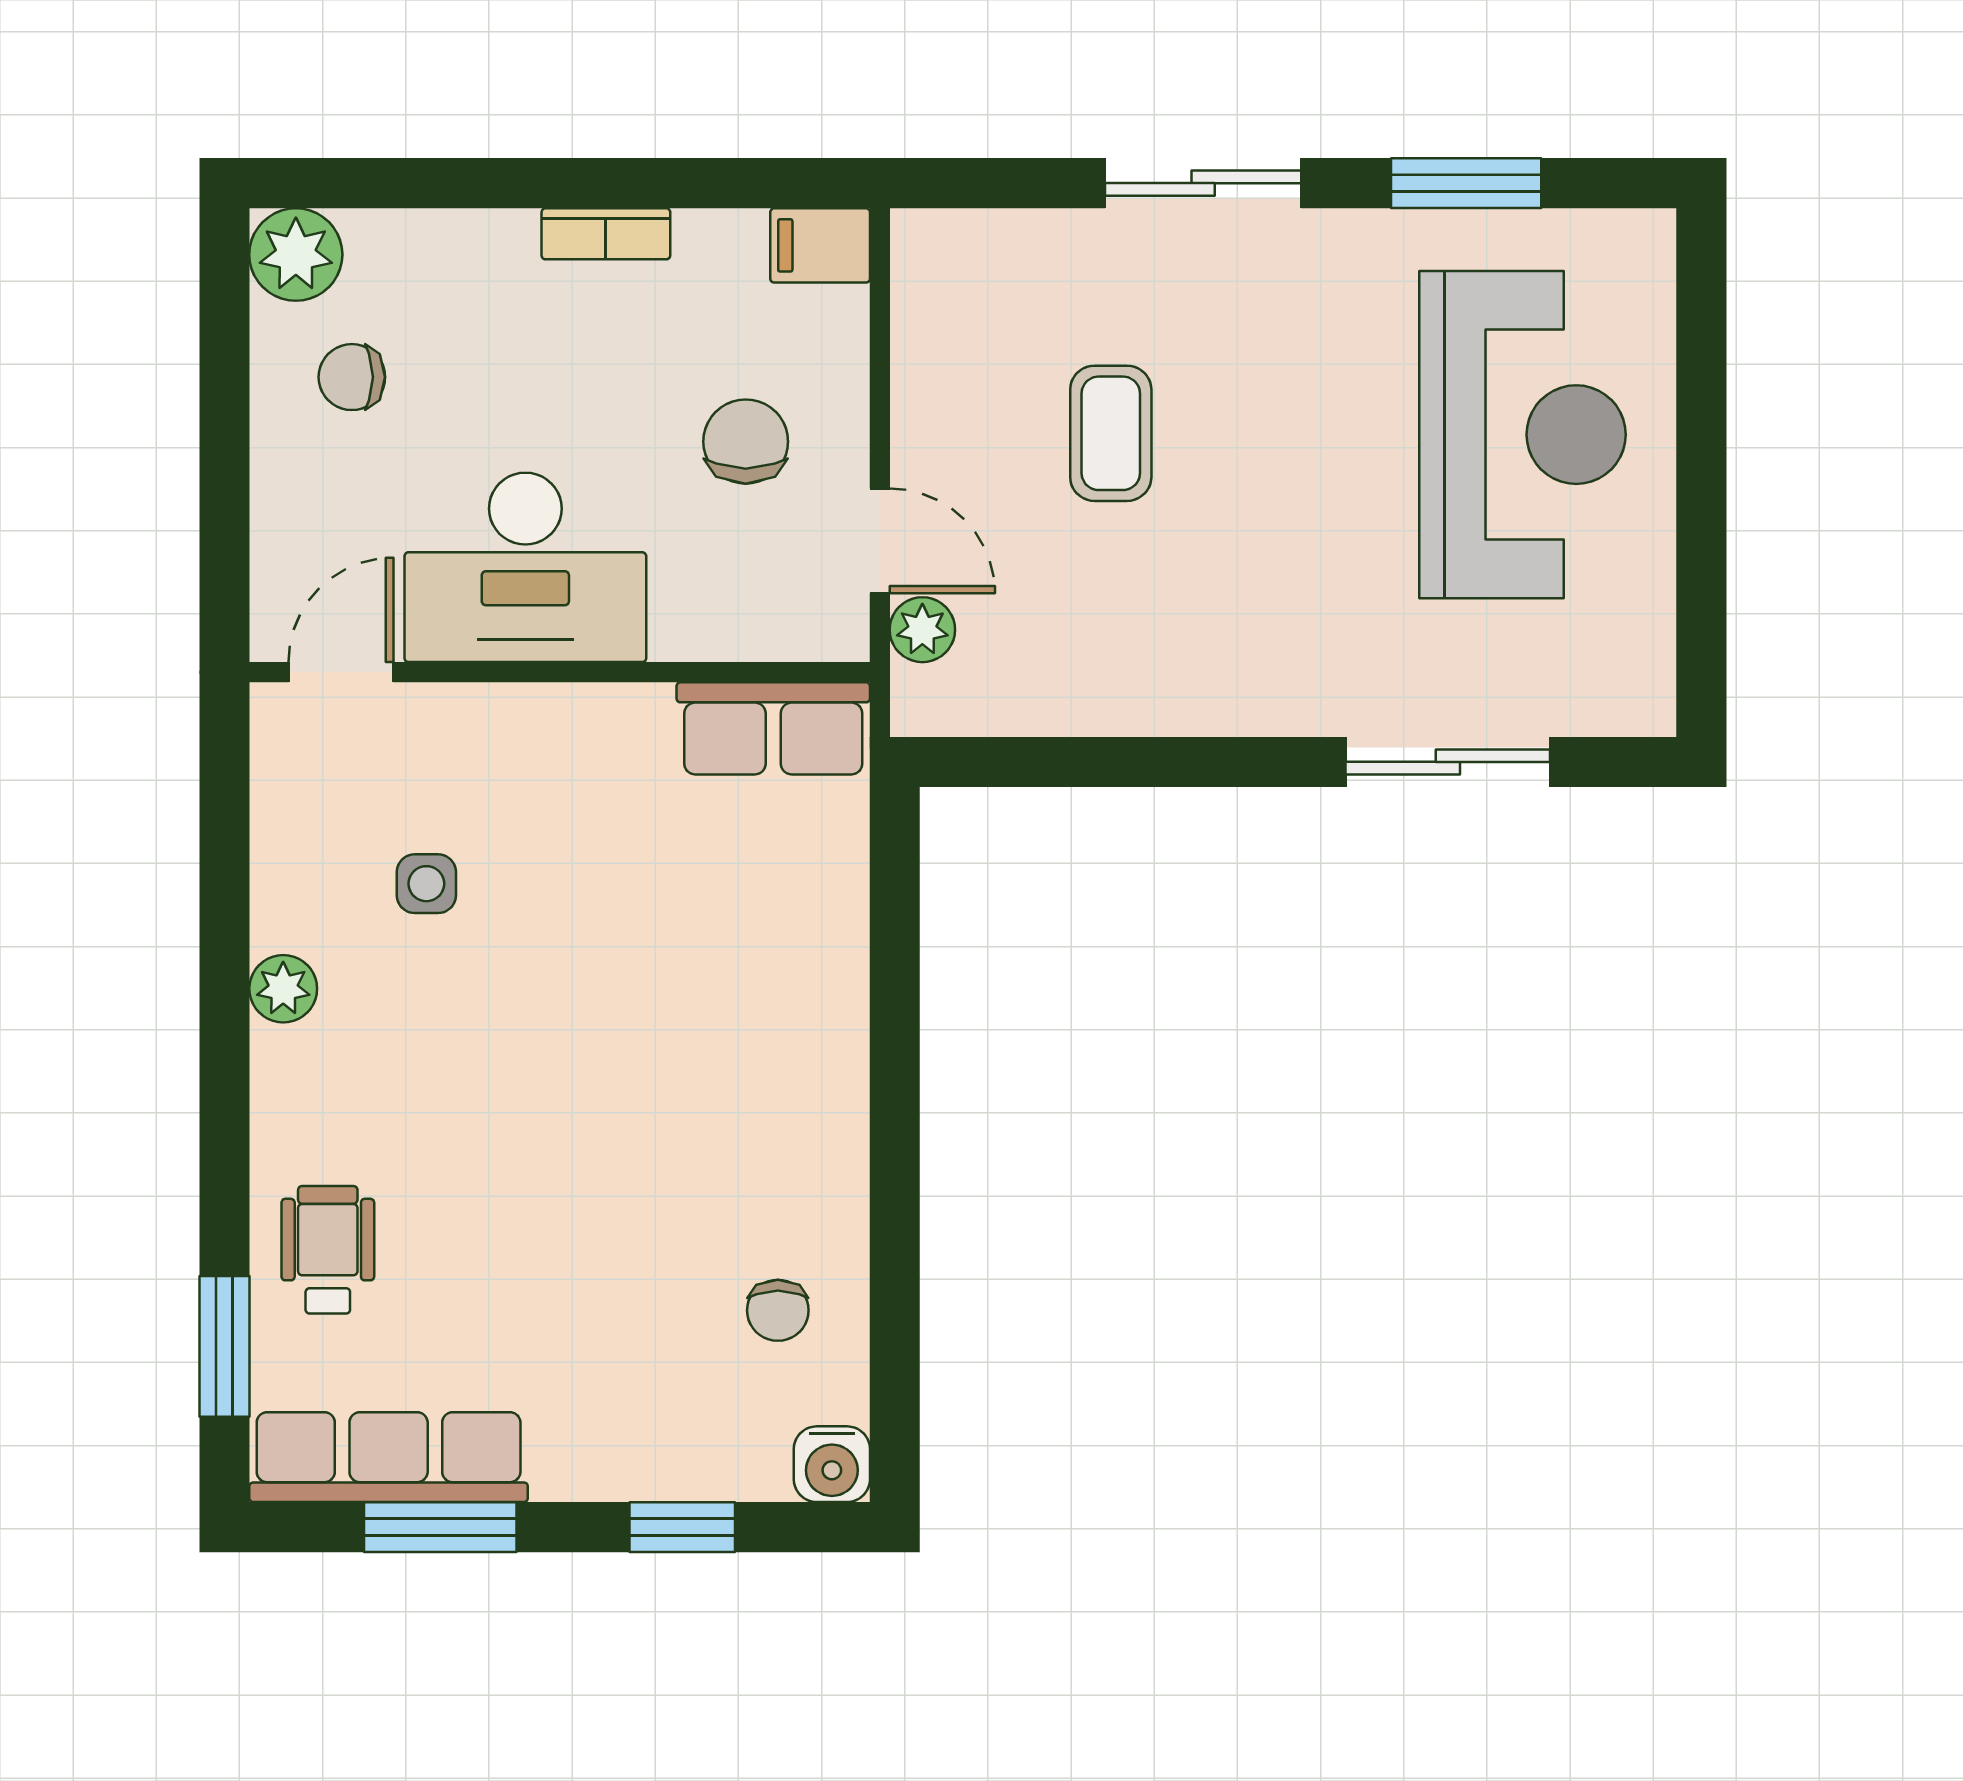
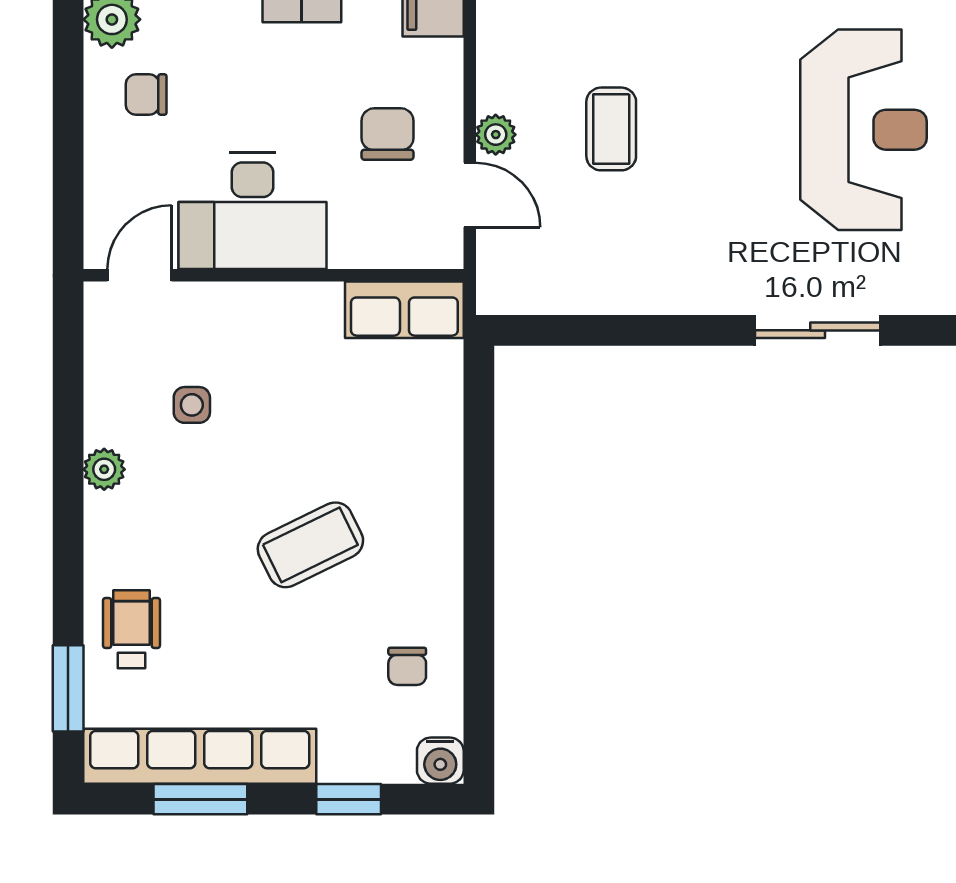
plant: (922, 630) -> (496, 135), moved
coffee table: (620, 1112) -> (310, 545), added
row of seats: (389, 1457) -> (200, 756), width x1.36

